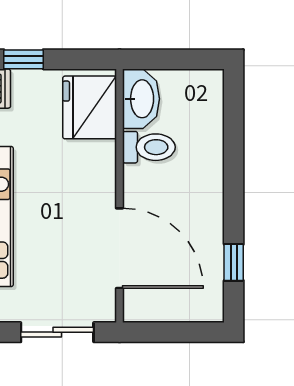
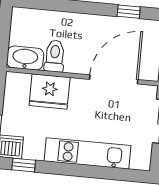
fridge: (90, 107) -> (50, 91), moved

